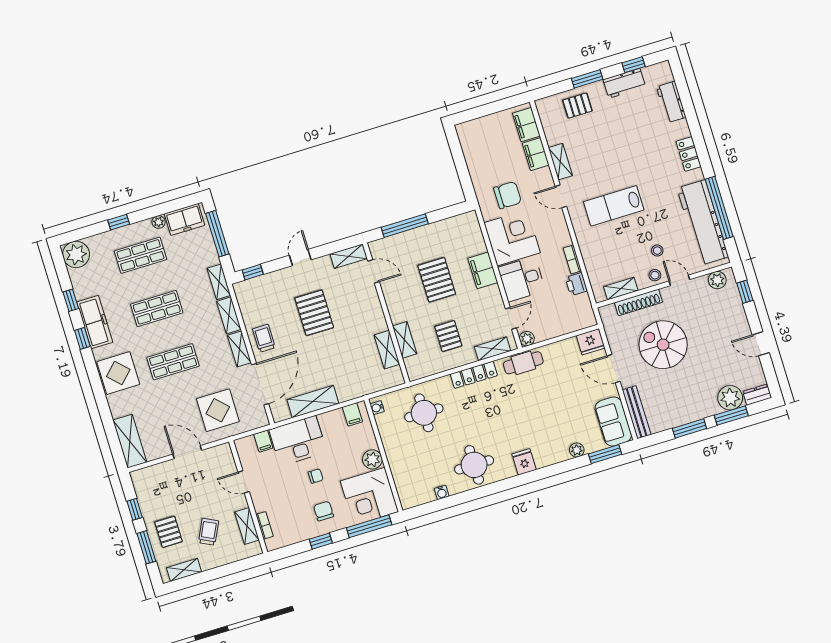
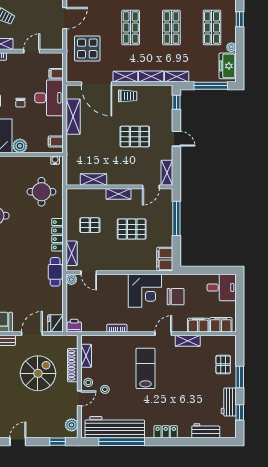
chair: (508, 195) -> (176, 297), turned -90
filing cabinet: (483, 270) -> (165, 259), moved, turned -90
desk: (522, 279) -> (222, 288), moved, turned 90
printer: (576, 284) -> (74, 326), moved
shelving: (405, 340) -> (119, 194), moved

